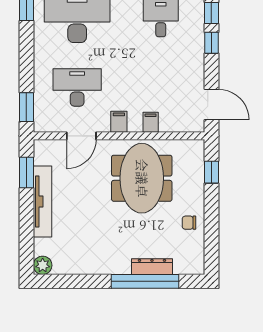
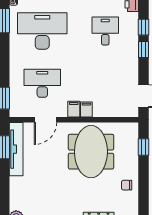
filing cabinet: (151, 122) -> (86, 109), moved
tv unit: (42, 202) -> (16, 149), moved

